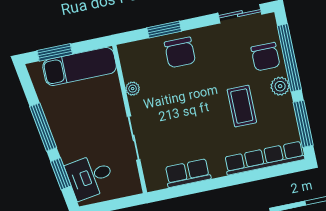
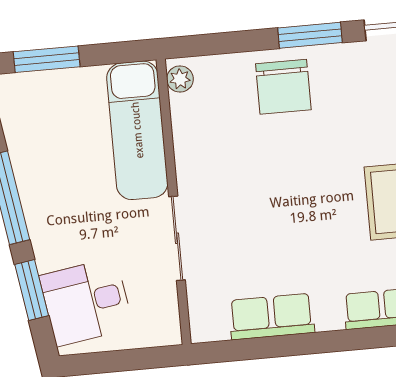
window: (164, 29) -> (310, 35), moved
exam couch: (80, 66) -> (137, 130), moved, turned 90
plant: (133, 89) -> (180, 79), moved

